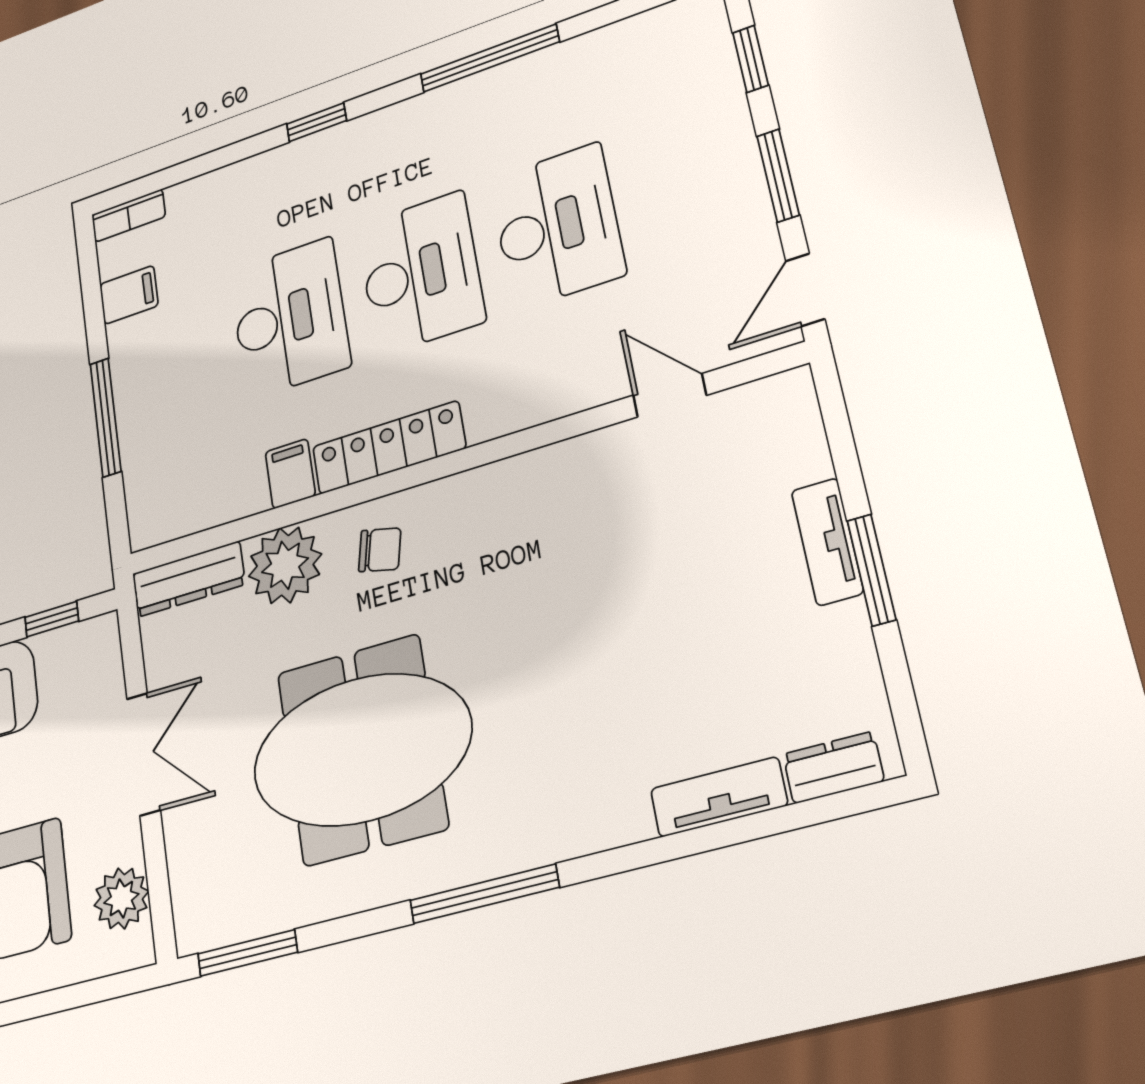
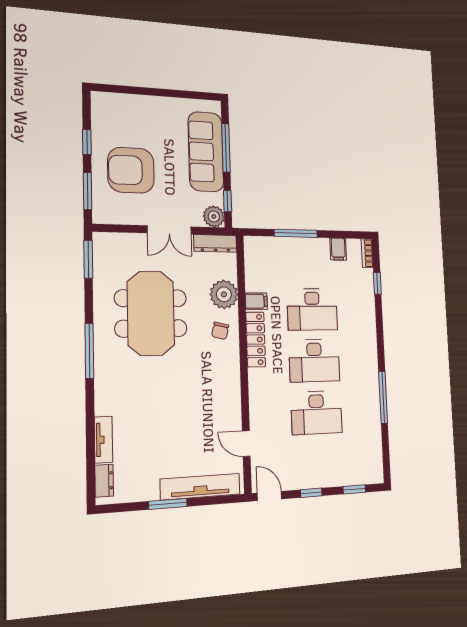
window: (316, 122) -> (377, 283), moved
window: (778, 176) -> (311, 493), width x0.67
door: (670, 395) -> (246, 444), swing flipped
tv unit: (827, 542) -> (200, 487), width x1.92, depth x1.29
dresser: (189, 579) -> (215, 243), moved, turned -90
plant: (121, 898) -> (214, 217), moved
window: (78, 995) -> (87, 191), added

